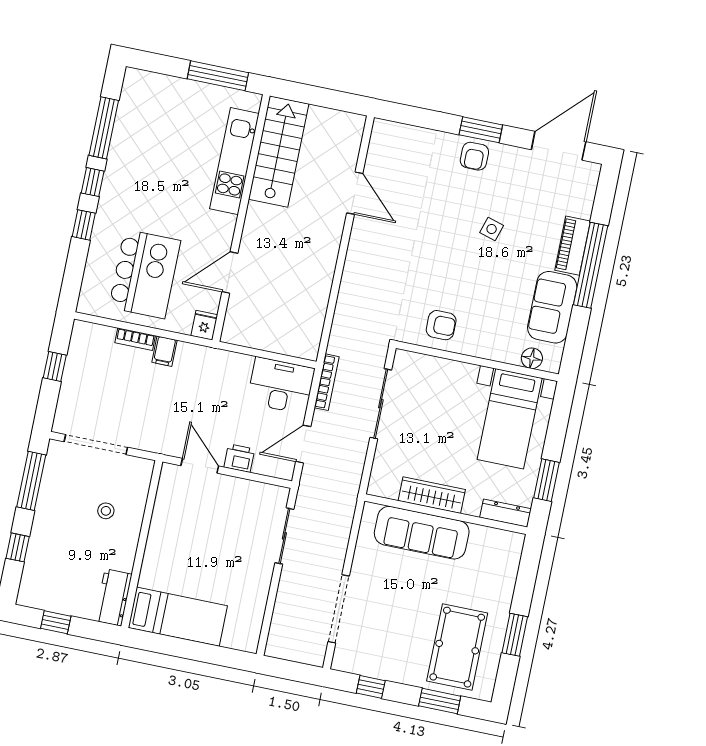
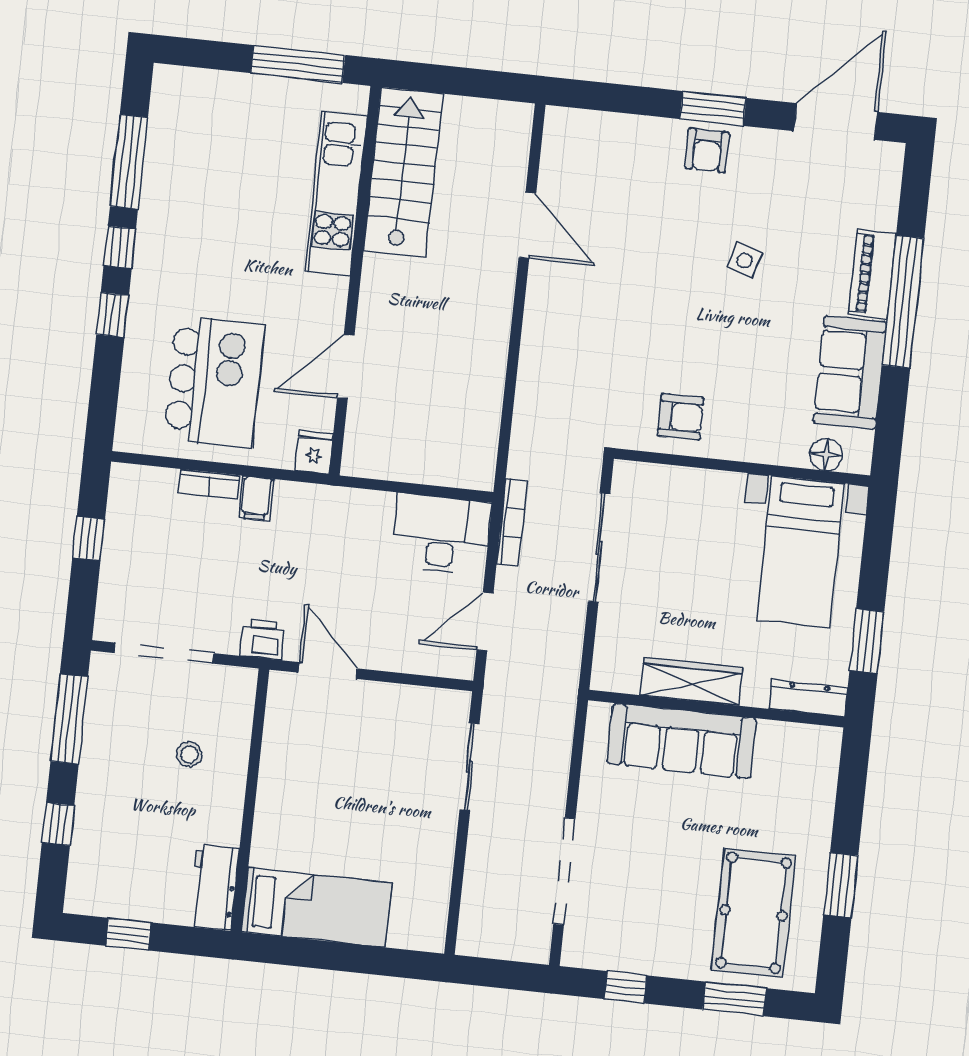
printer: (239, 458) -> (262, 639), moved

